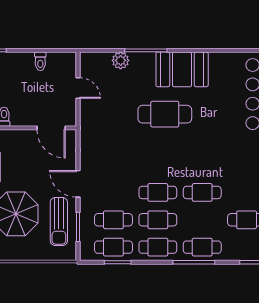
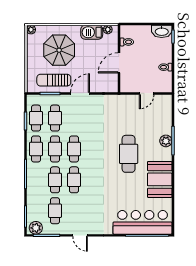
plant: (121, 60) -> (166, 141), moved
booth: (182, 69) -> (160, 179), moved
door: (51, 128) -> (119, 63), moved
cafe table: (202, 247) -> (55, 180), moved

